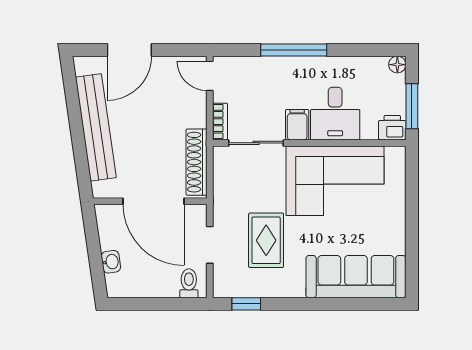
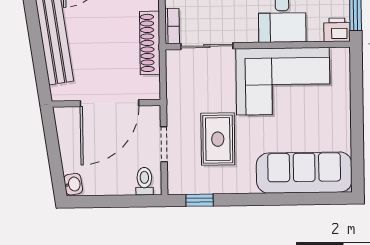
filing cabinet: (297, 125) -> (246, 28), removed
shoe rack: (197, 162) -> (150, 43), moved
door: (154, 201) -> (110, 103), hinge flipped
washbasin: (111, 262) -> (73, 184), moved

